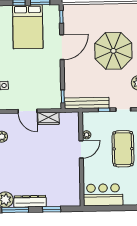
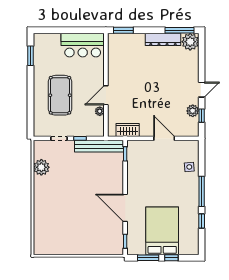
door: (62, 47) -> (125, 208), hinge flipped
parasol: (113, 51) -> (69, 203), removed
wardrobe: (48, 118) -> (128, 130), moved
window: (52, 209) -> (123, 30), moved

